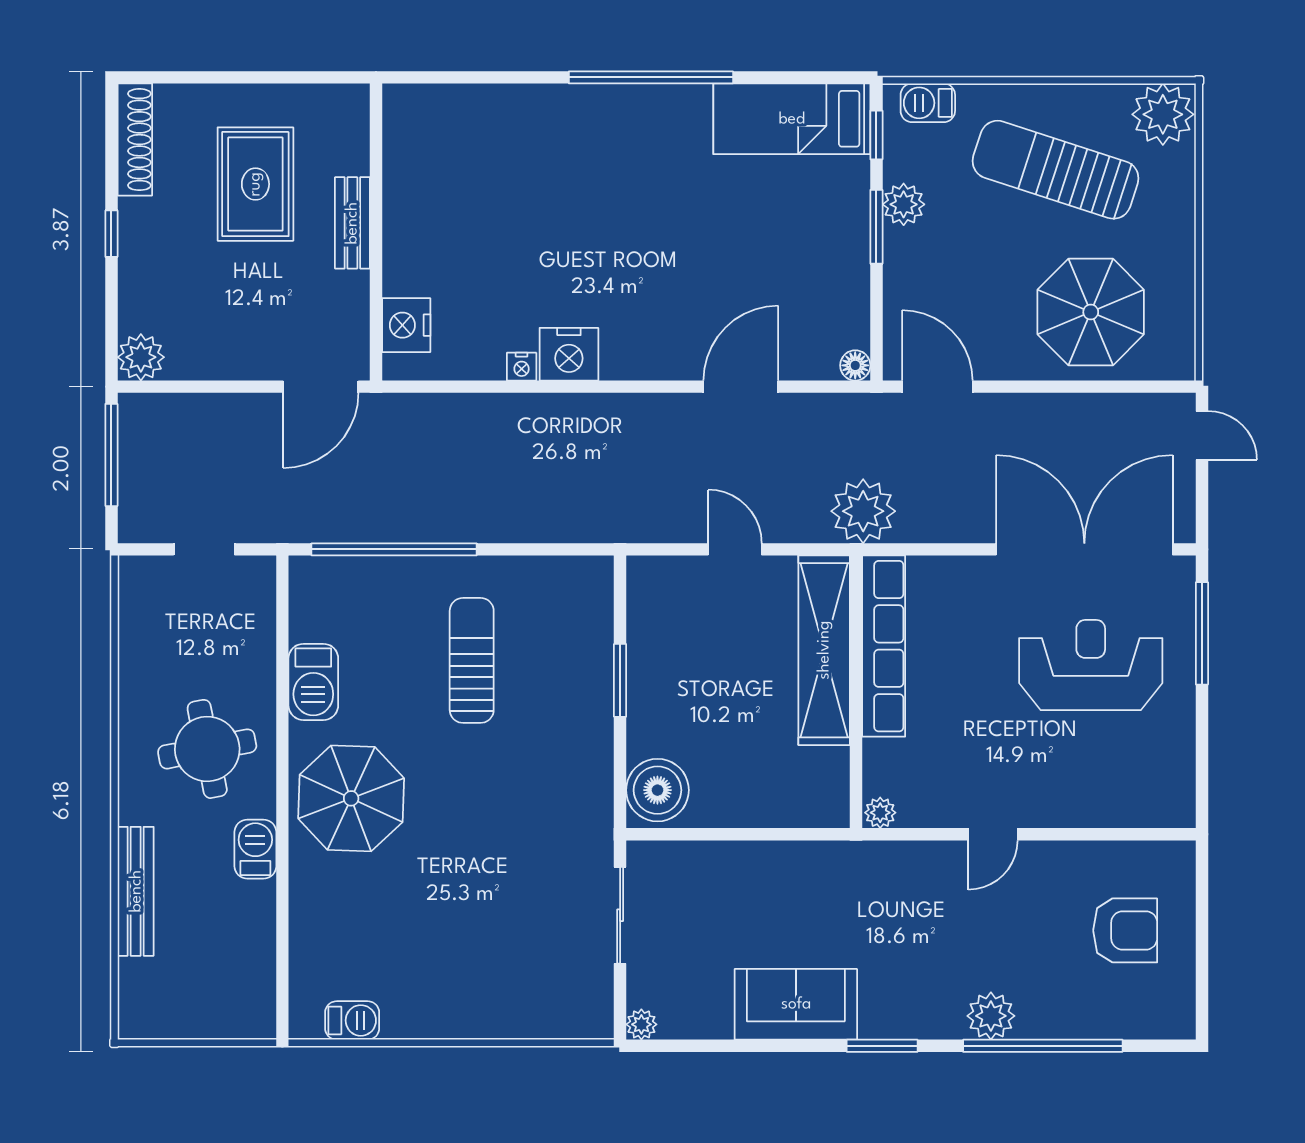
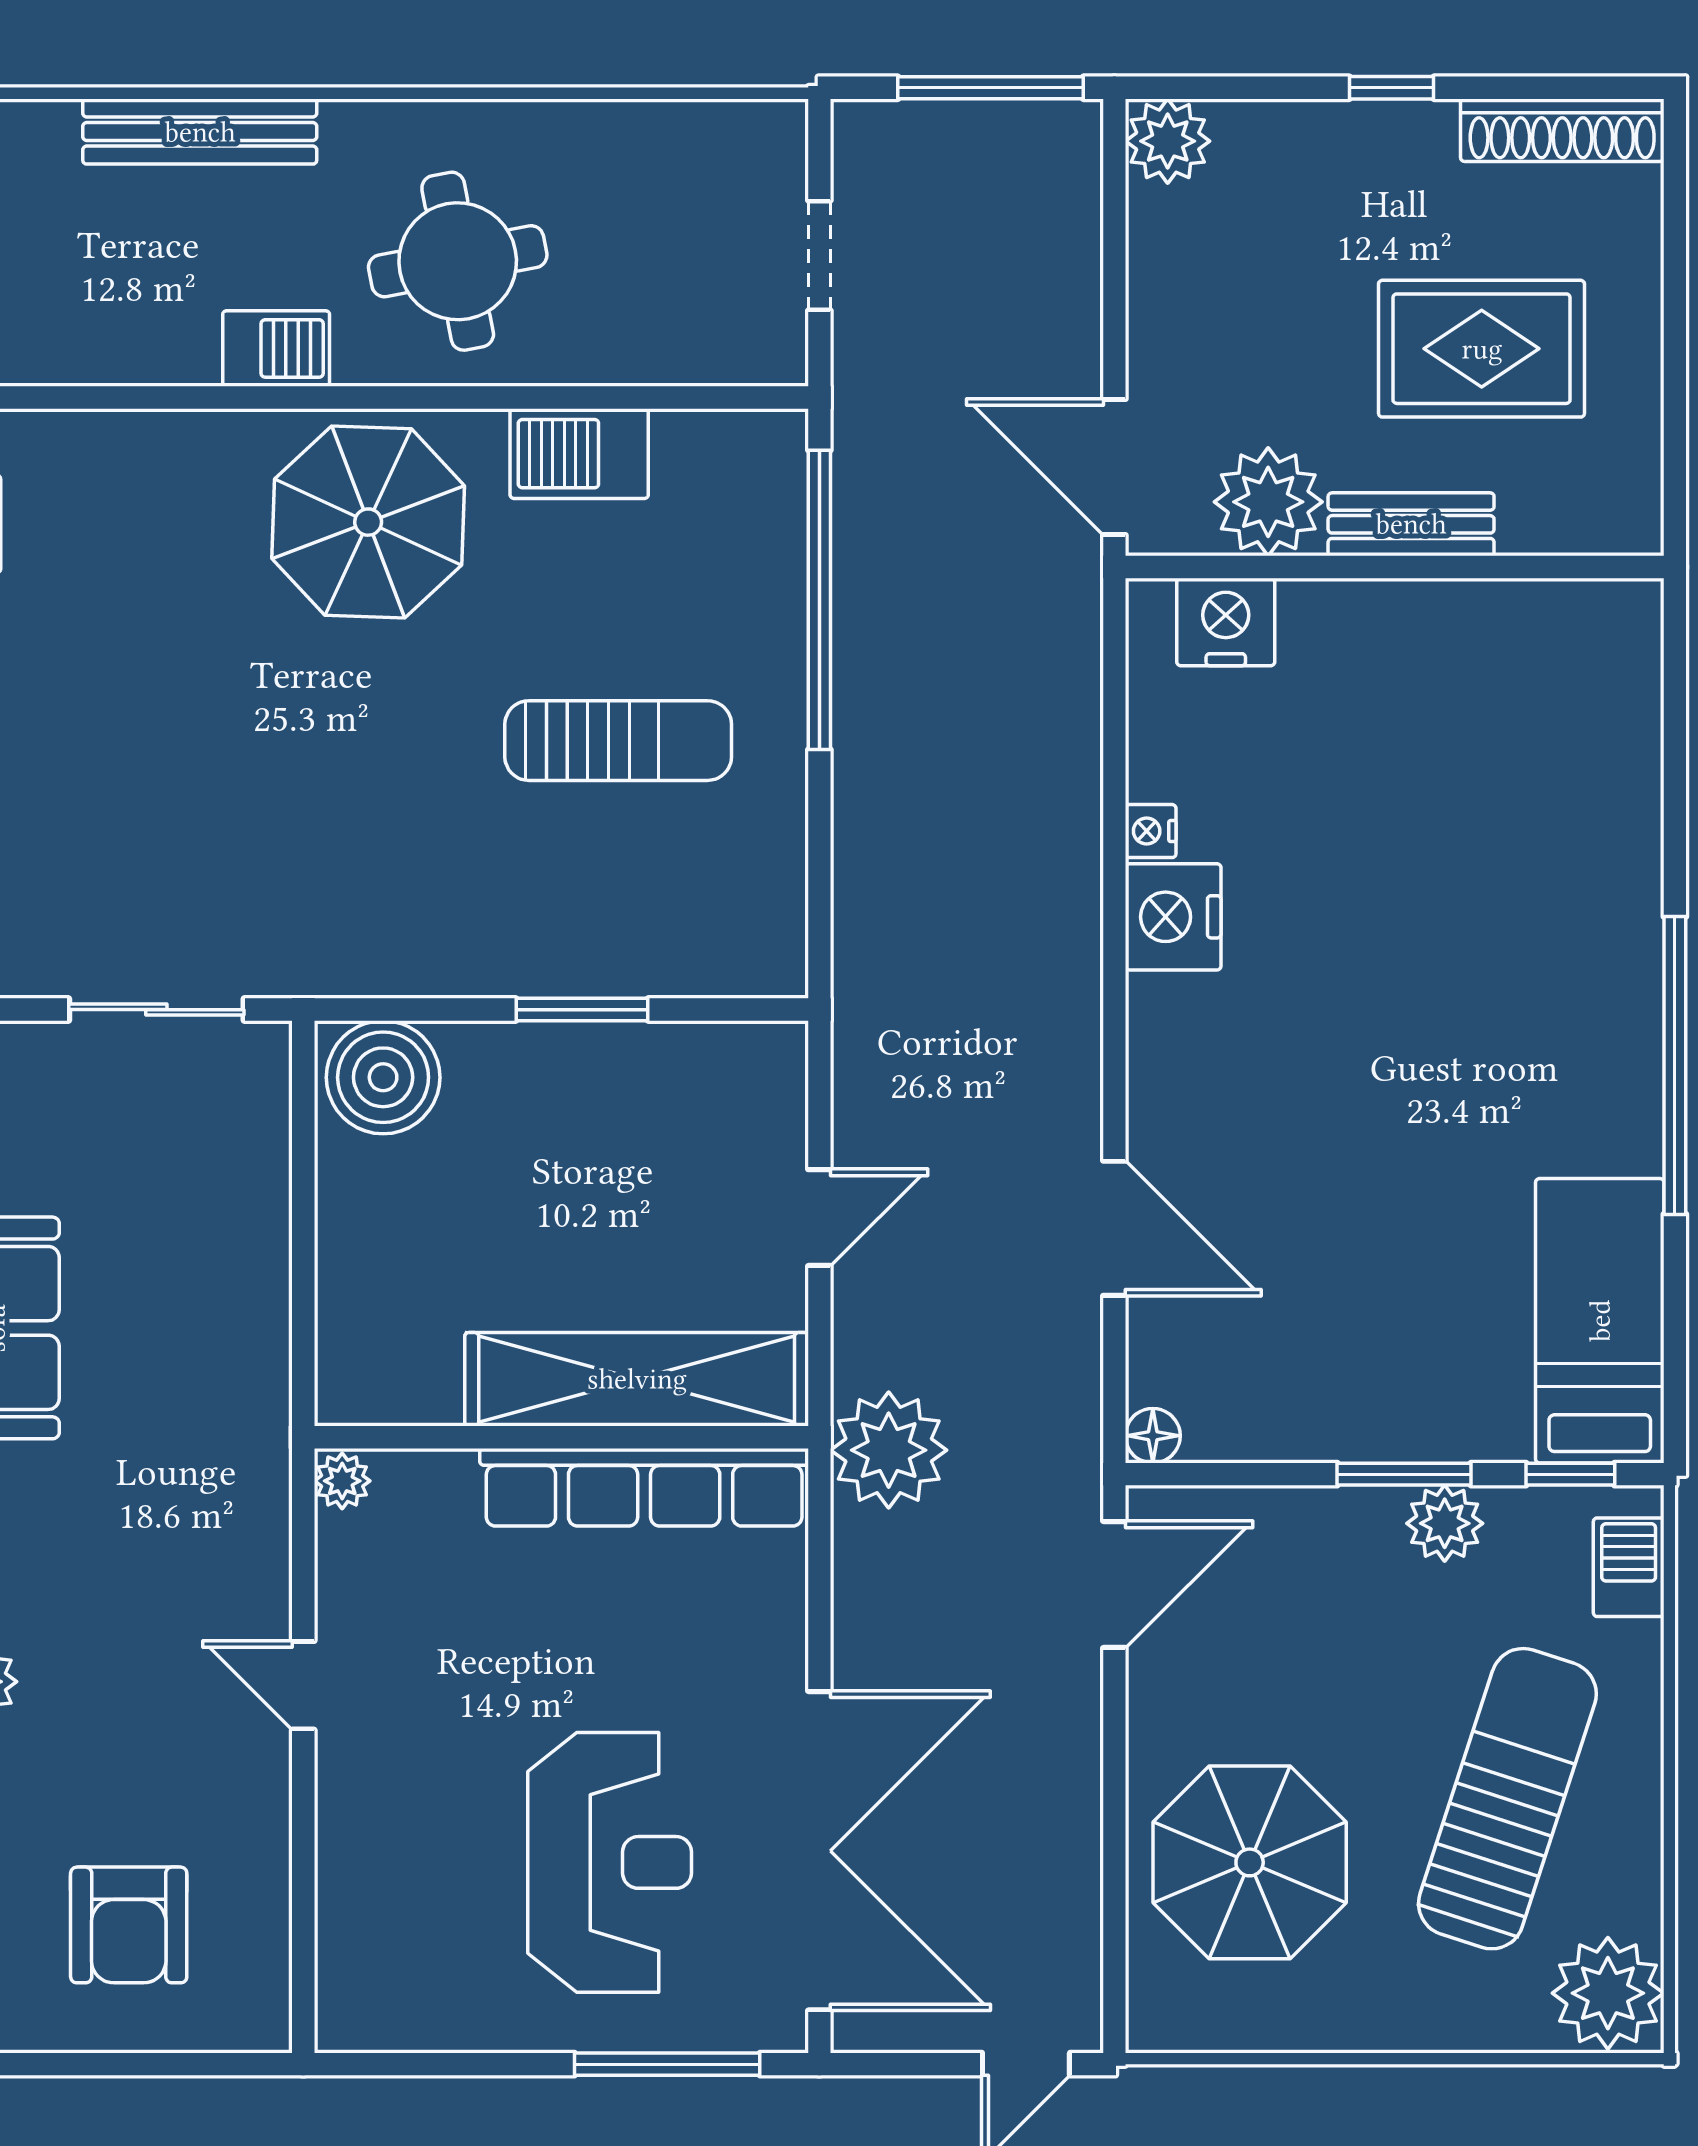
plant: (340, 302) -> (1268, 502), added

